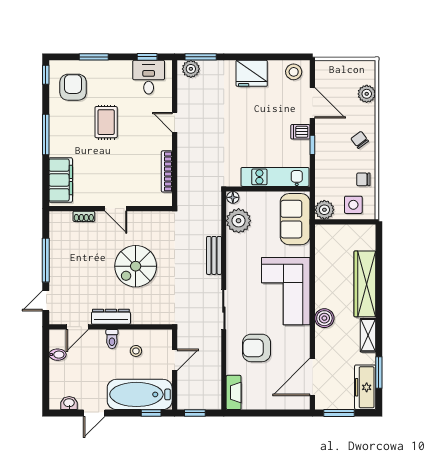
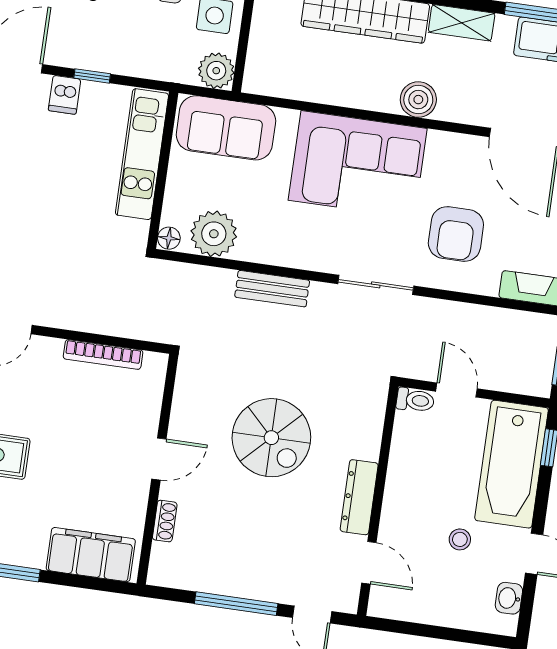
toilet: (112, 339) -> (415, 400), moved
stool: (136, 351) -> (460, 539), moved
bidet: (58, 355) -> (415, 607), removed

